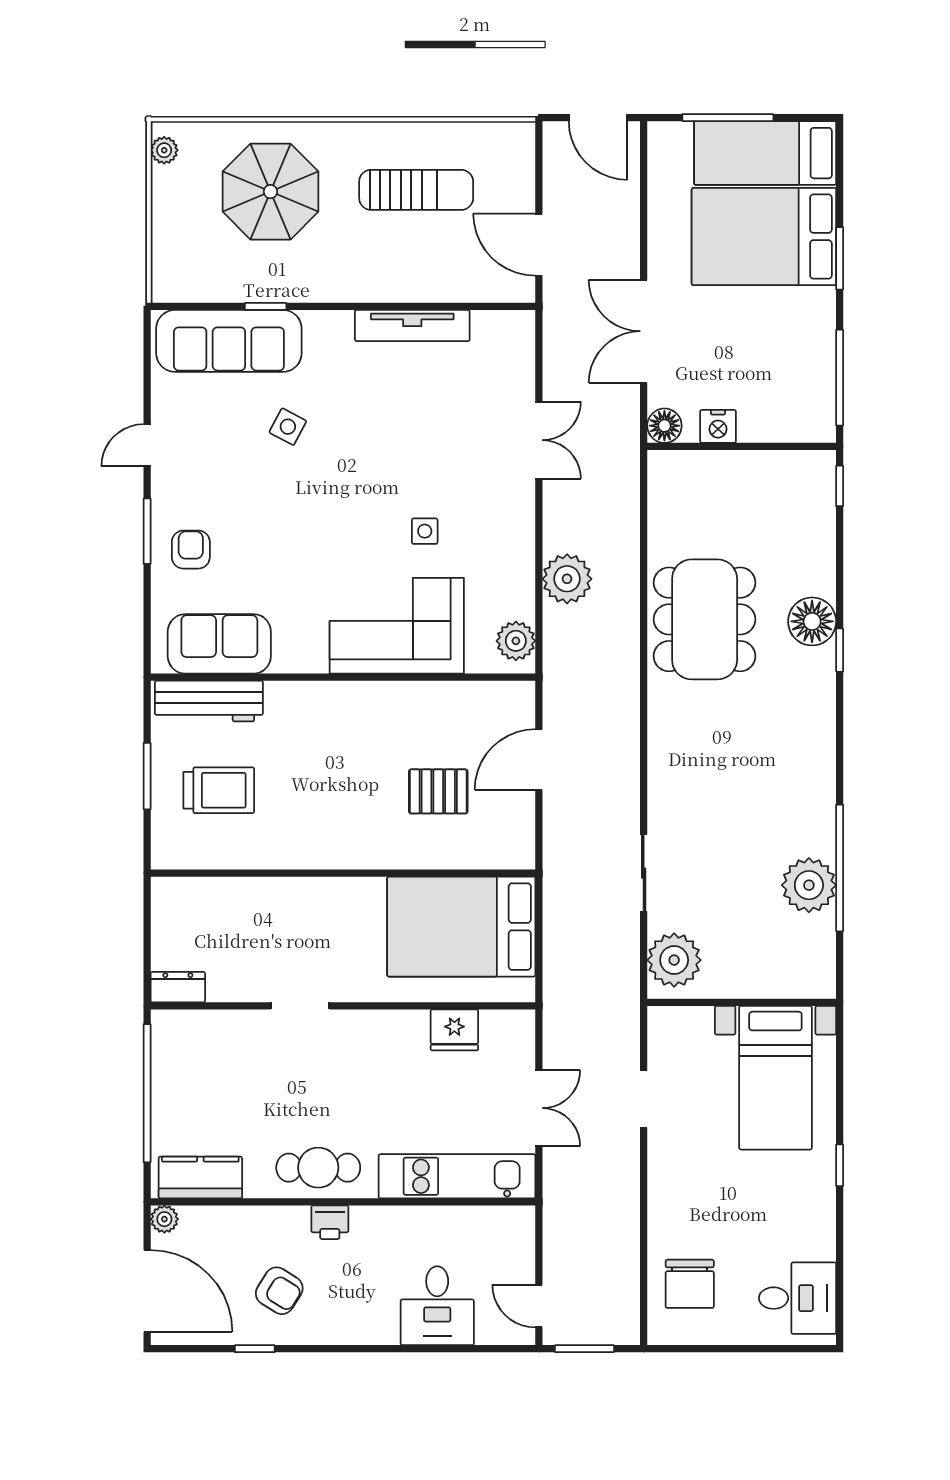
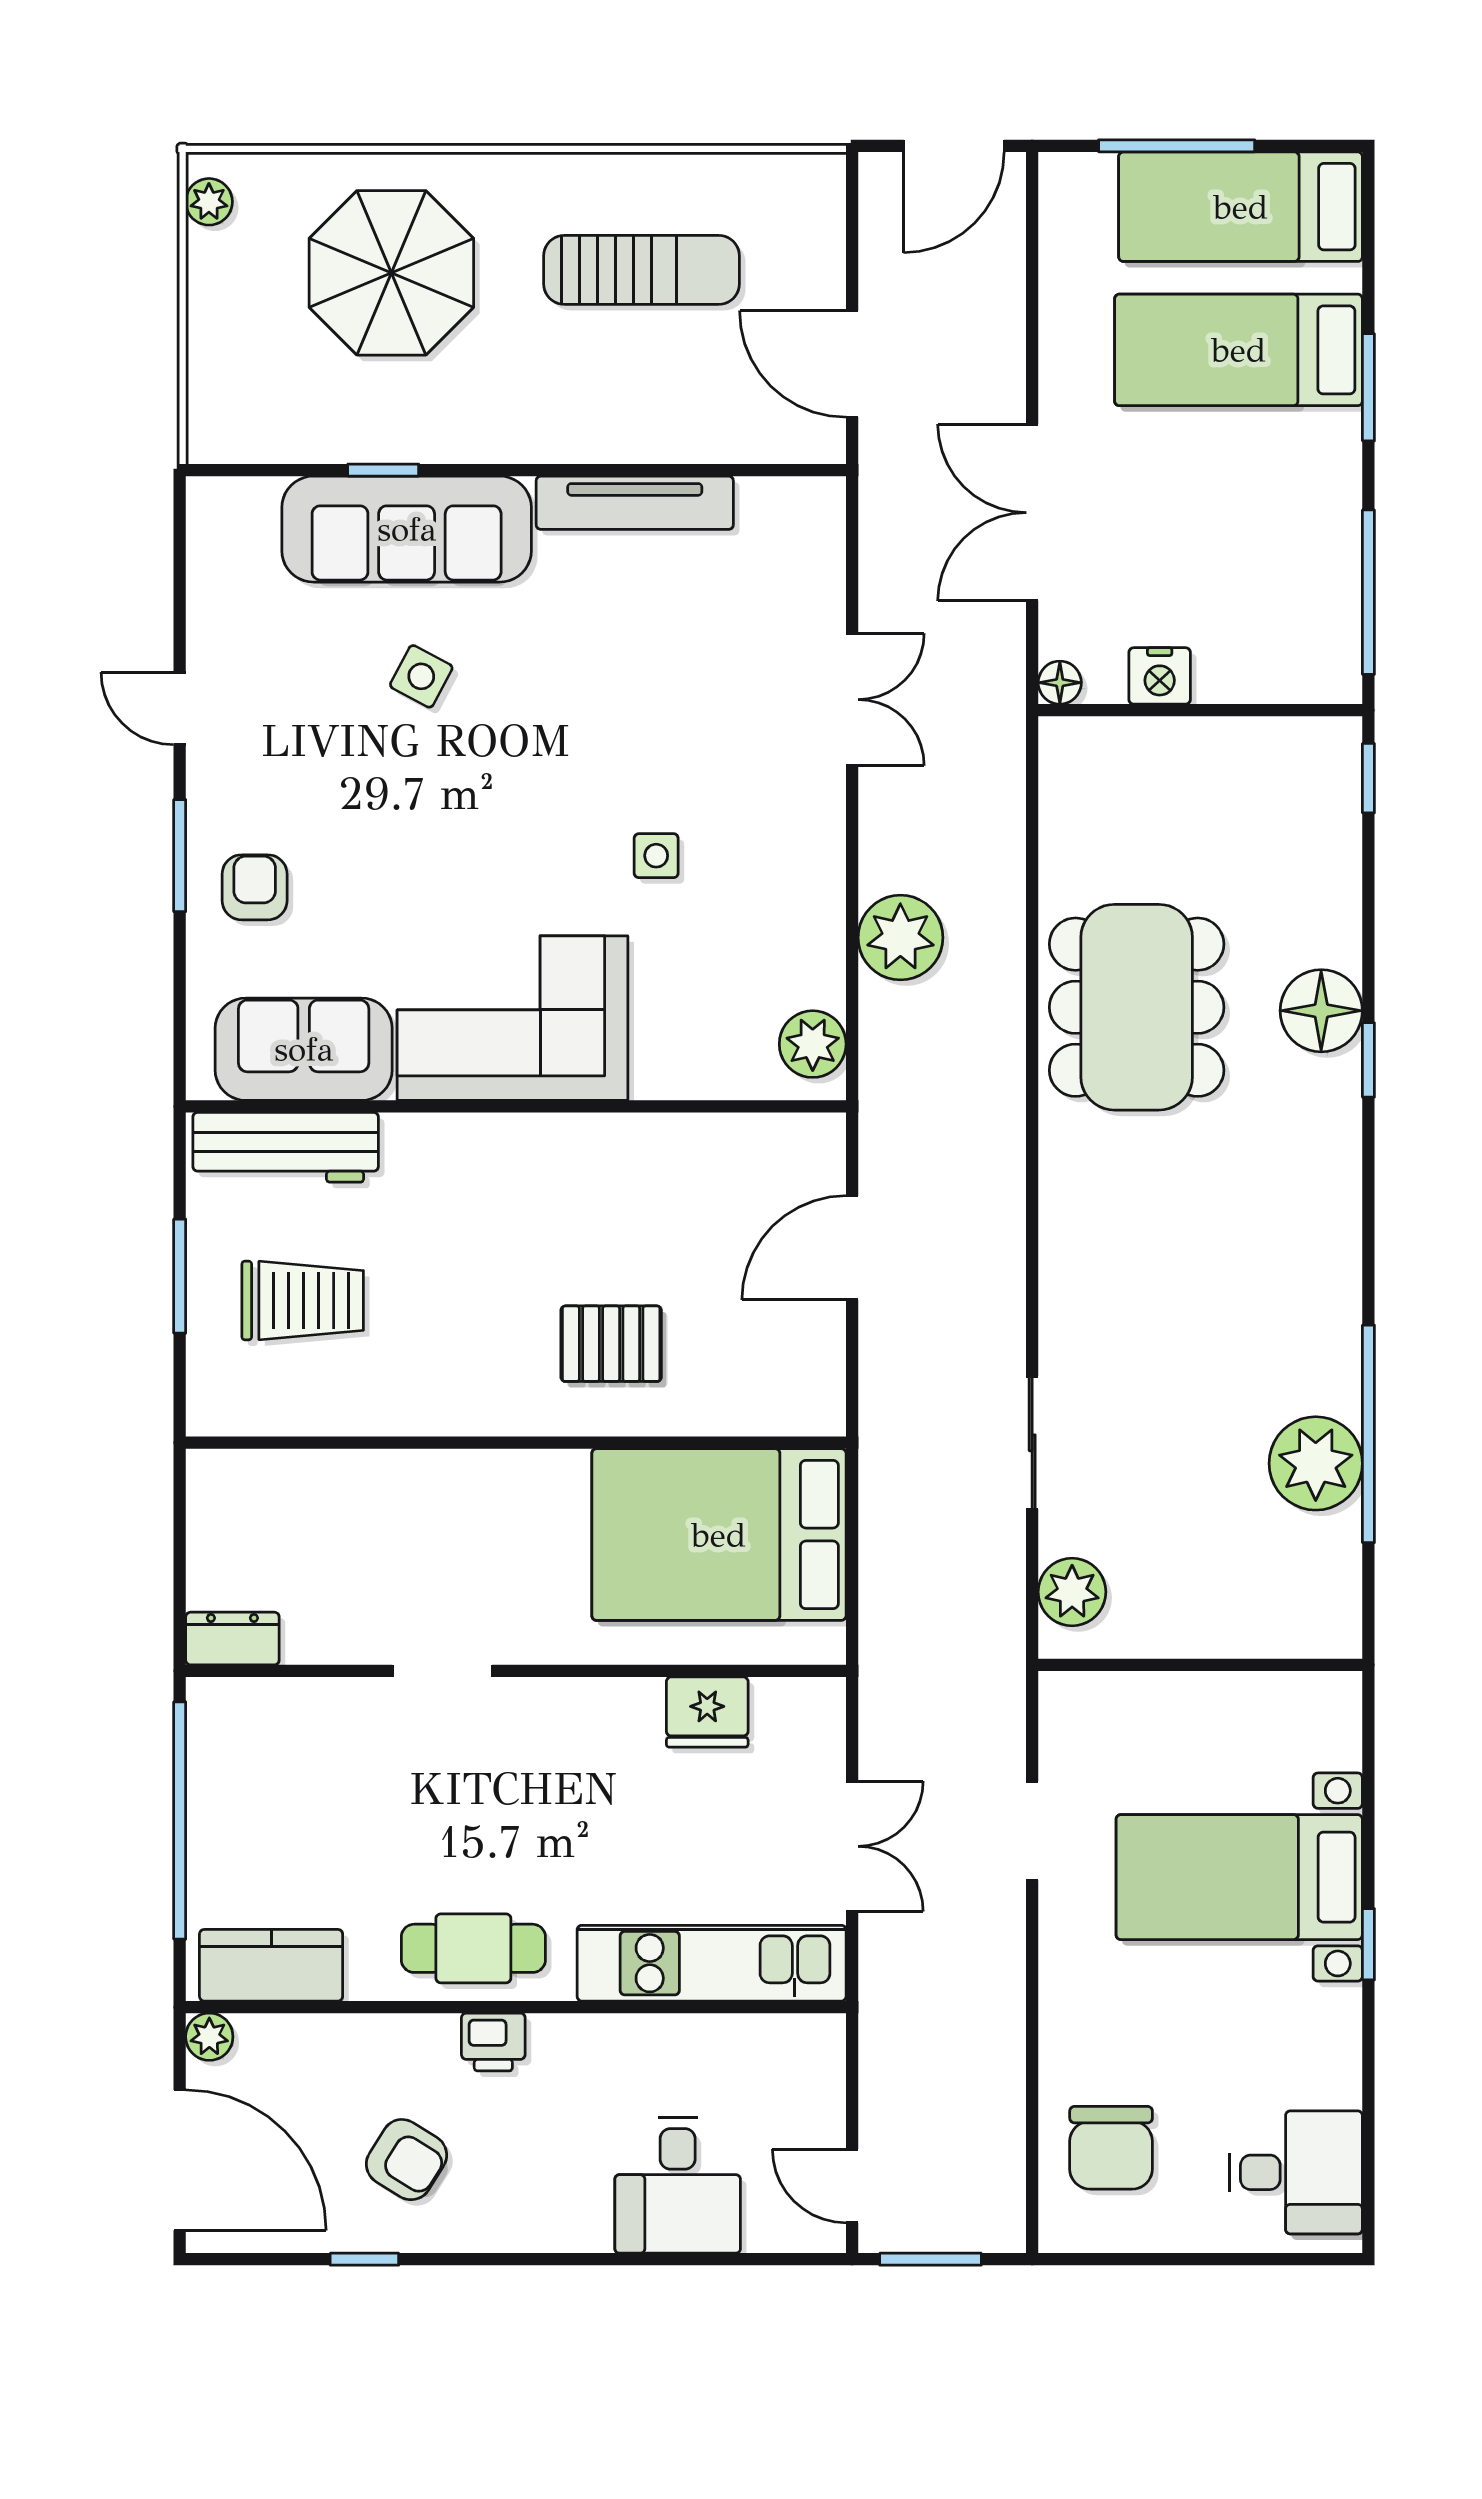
door: (598, 118) -> (954, 146), hinge flipped
bed: (764, 237) -> (1239, 350), width x0.67
sofa: (229, 341) -> (407, 529), moved
floor lamp: (664, 426) -> (1060, 683), width x0.73, depth x0.73
door: (147, 445) -> (180, 708), hinge flipped
corner sofa: (397, 626) -> (512, 1018), moved
pallet: (438, 791) -> (611, 1344), moved
plant: (674, 960) -> (1072, 1592), width x0.73, depth x0.73
bed with nightstands: (775, 1078) -> (1239, 1877), moved, turned 90

